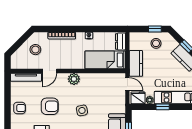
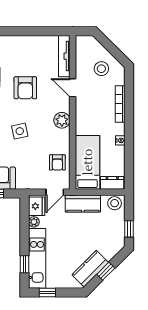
stool: (156, 43) -> (115, 203), moved
window: (163, 107) -> (24, 264), moved
armchair: (20, 108) -> (57, 162), moved

